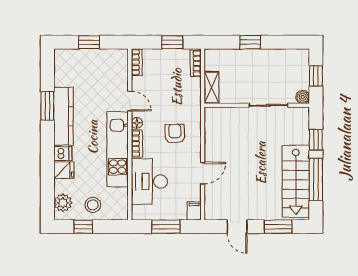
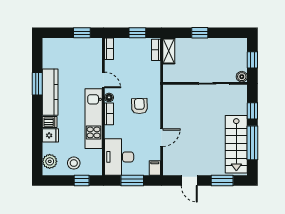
window: (89, 42) -> (82, 33), moved
shelving: (212, 88) -> (169, 51), moved
desk: (149, 181) -> (119, 157), moved
window: (83, 227) -> (82, 181), moved

